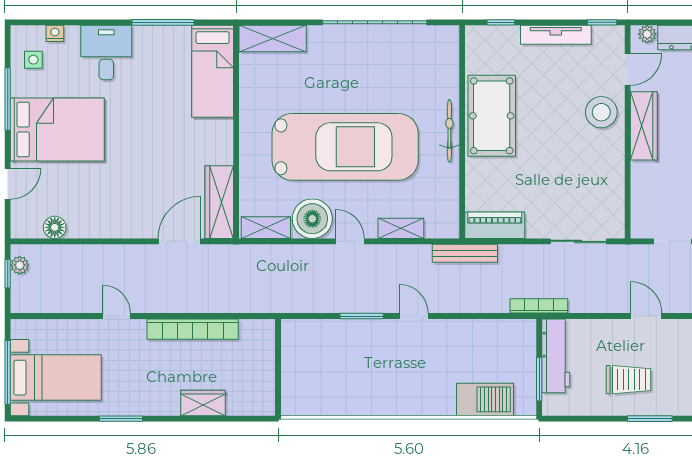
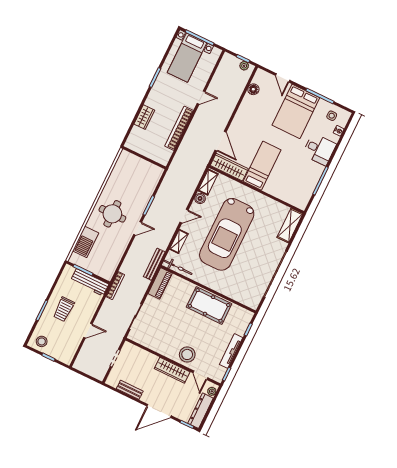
bed: (213, 71) -> (262, 166), moved, turned 90
bicycle: (449, 131) -> (178, 267), moved
boiler: (312, 219) -> (200, 198), width x0.54, depth x0.54
round table: (410, 375) -> (112, 214), added

